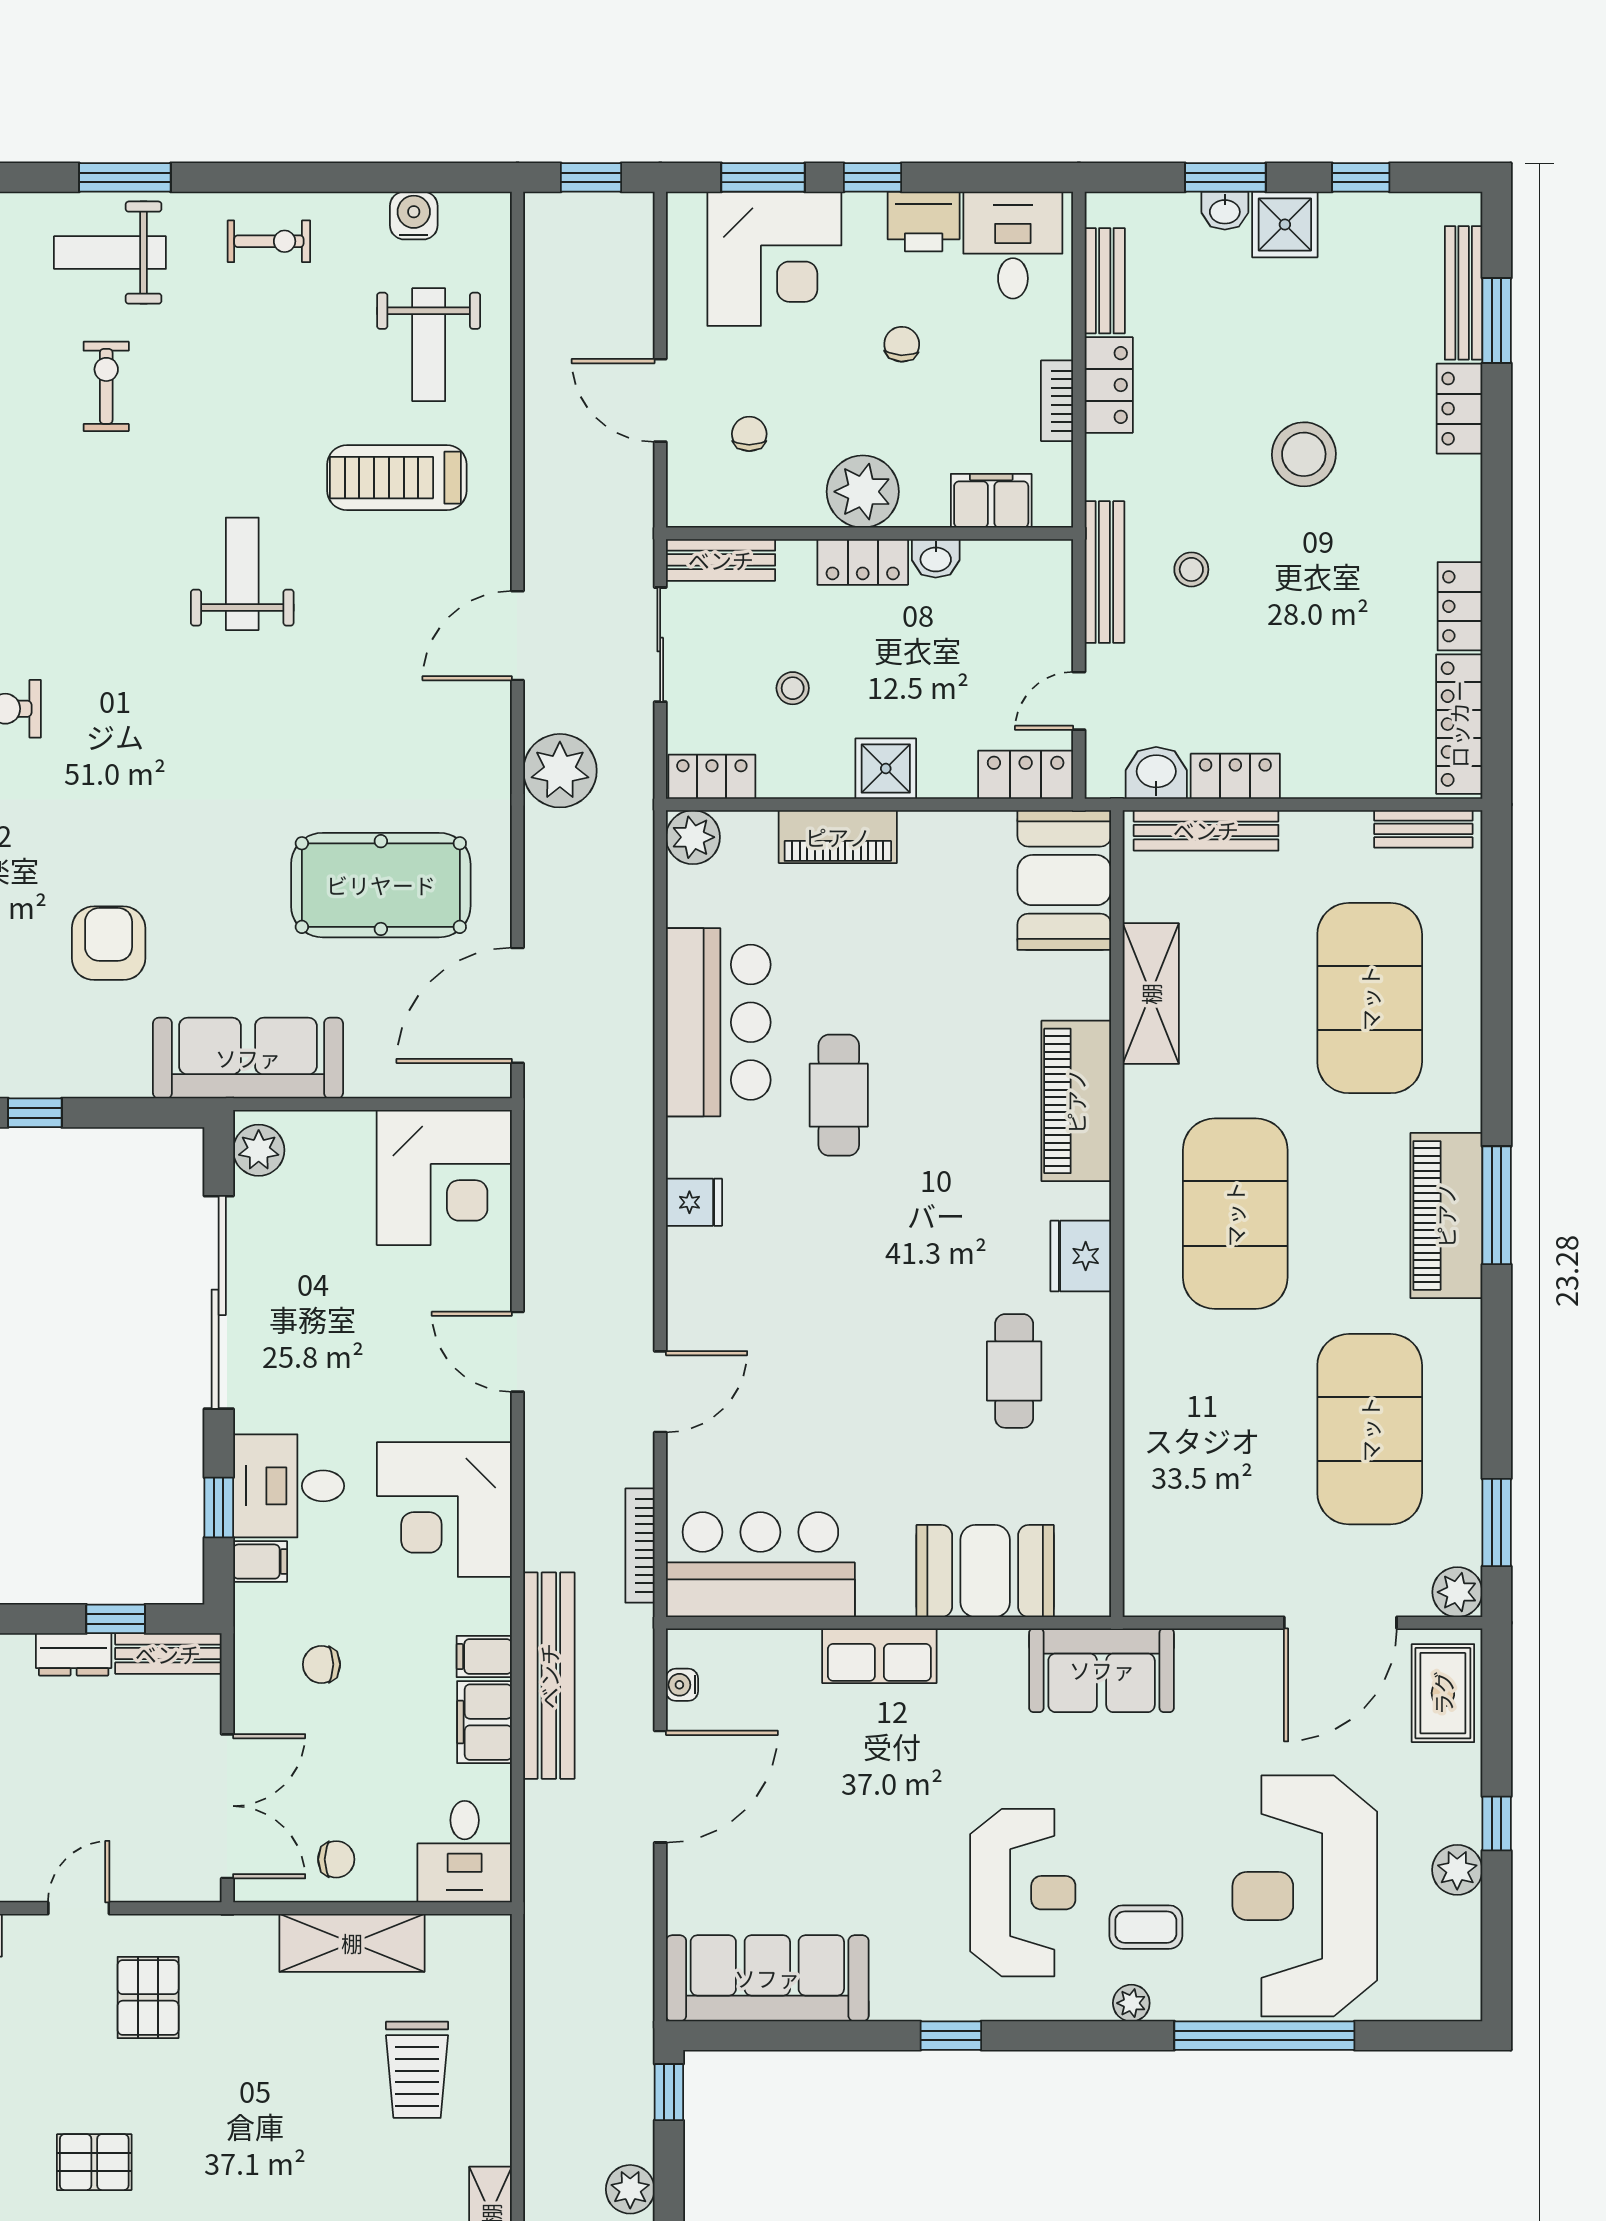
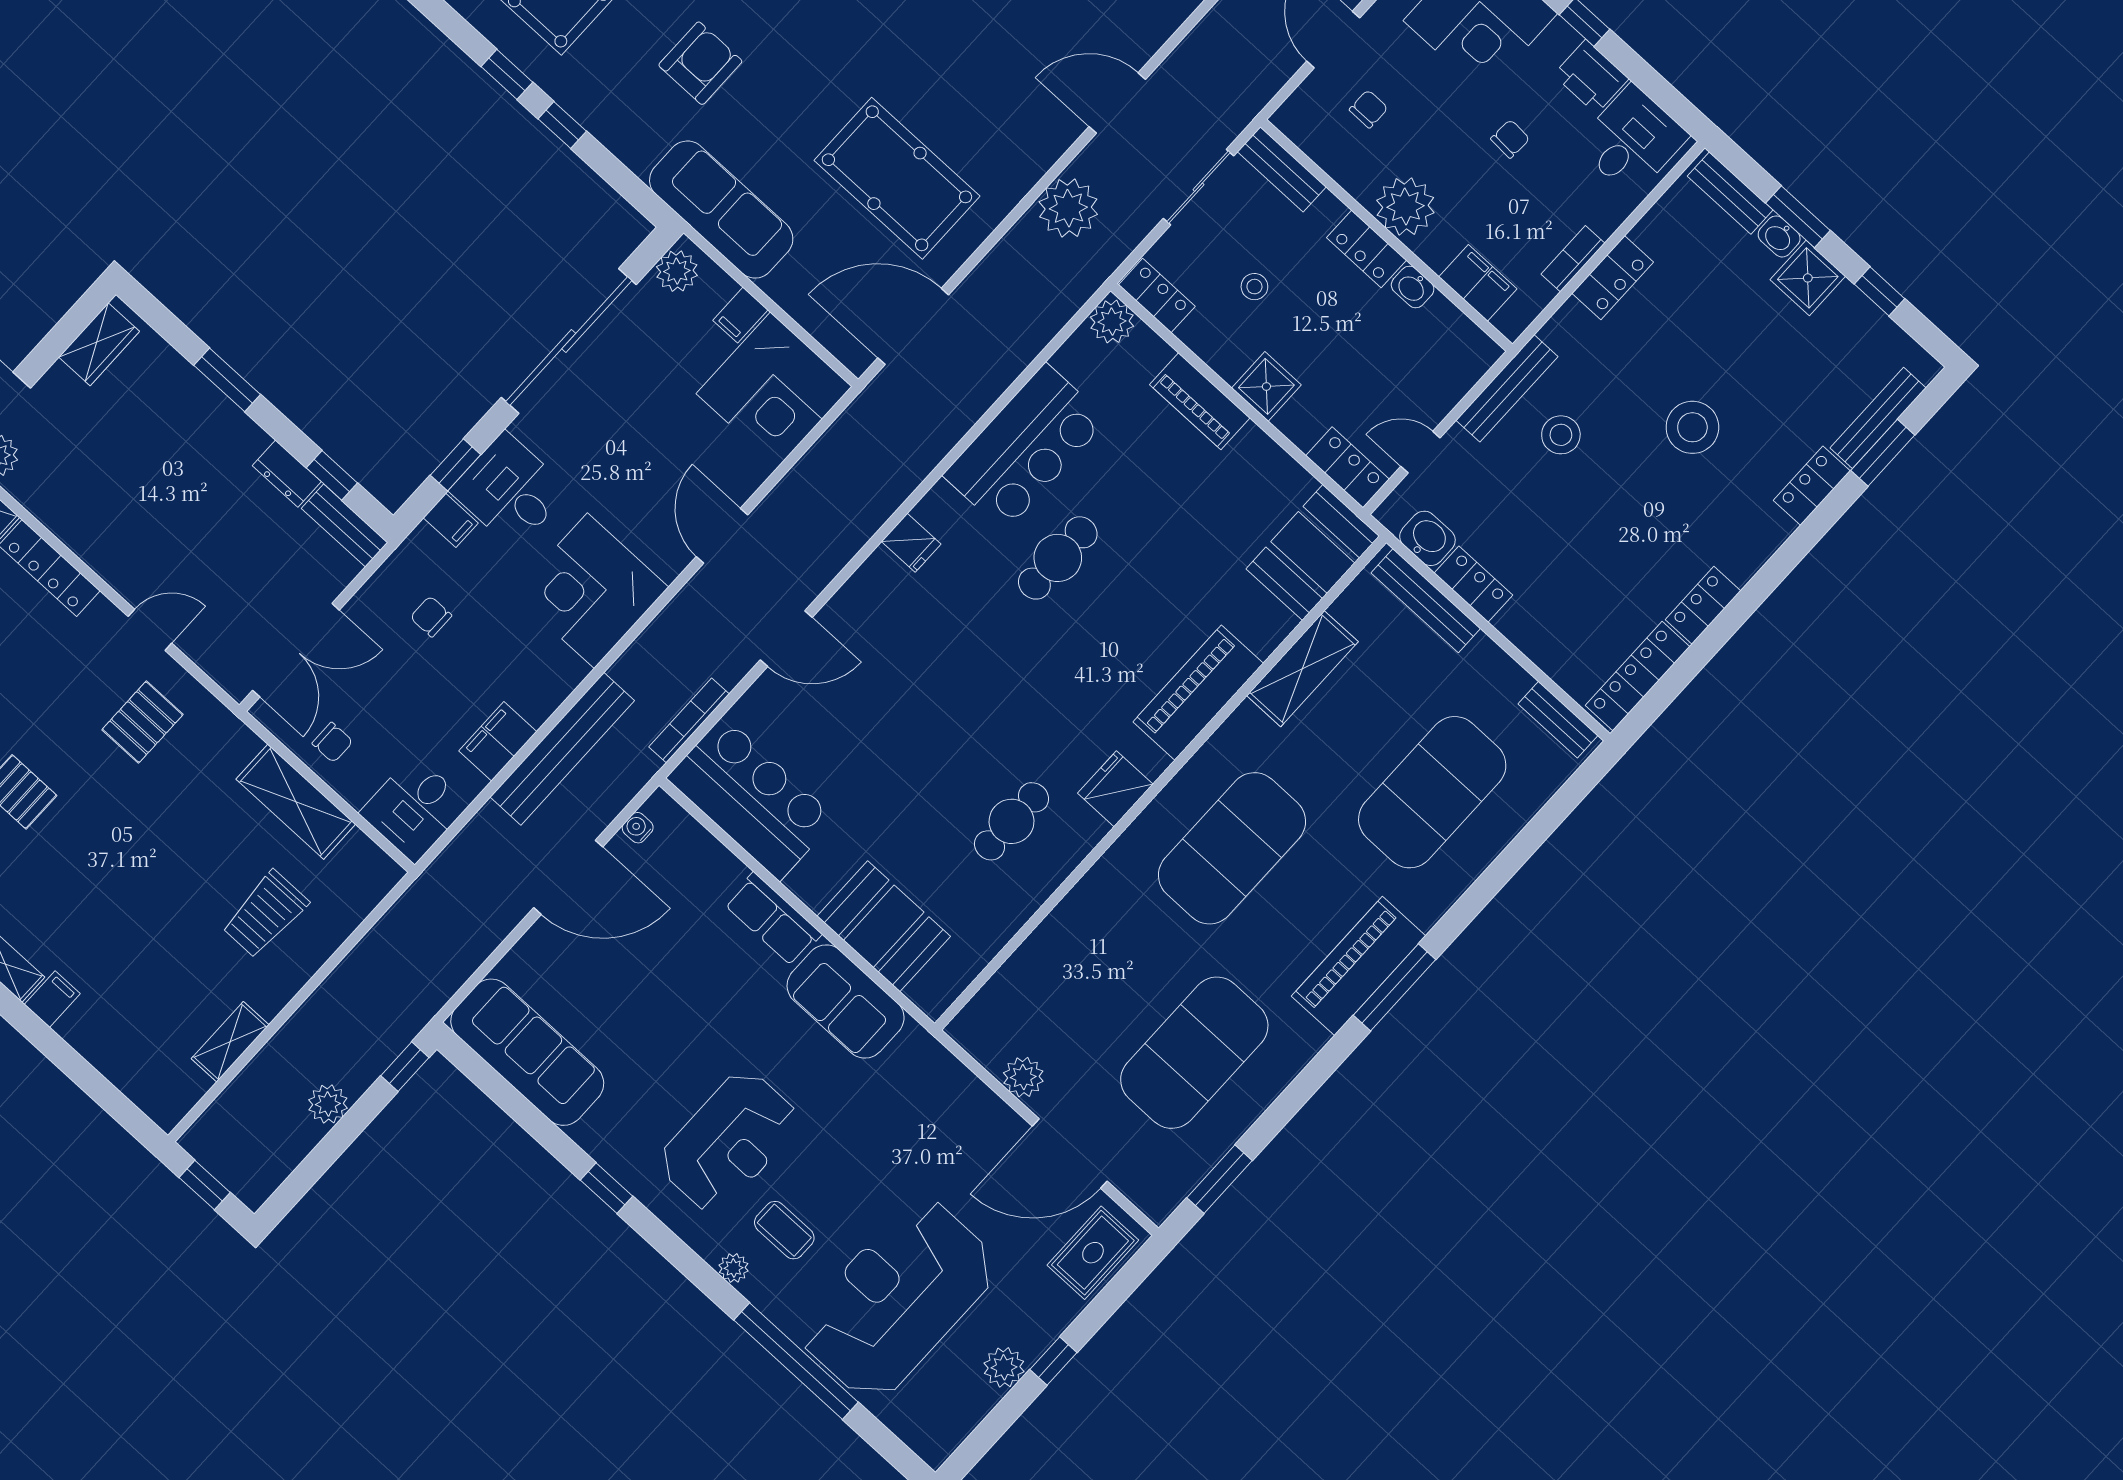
bench: (1105, 281) -> (1730, 193), moved, turned 90
stool: (1191, 569) -> (1561, 435), width x1.37, depth x1.37
plant: (1457, 1592) -> (1023, 1077), moved
filing cabinet: (484, 1657) -> (740, 315), moved, turned -90
sofa: (1102, 1670) -> (846, 1001), moved

